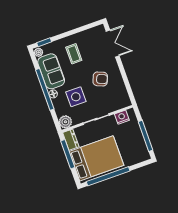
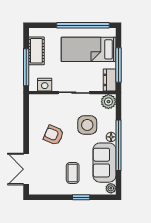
window: (44, 42) -> (81, 197), moved
window: (146, 136) -> (26, 67), moved
cot: (138, 142) -> (36, 51), added
bed: (97, 158) -> (89, 49), width x0.67

